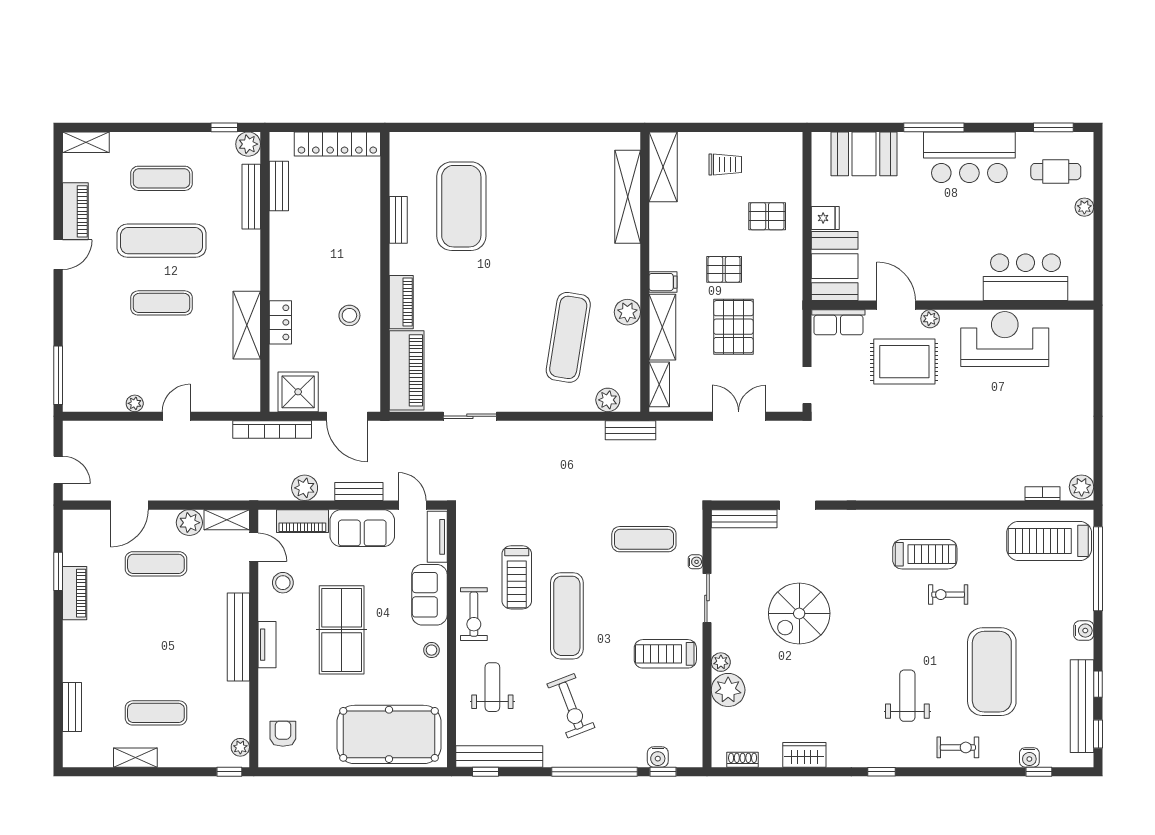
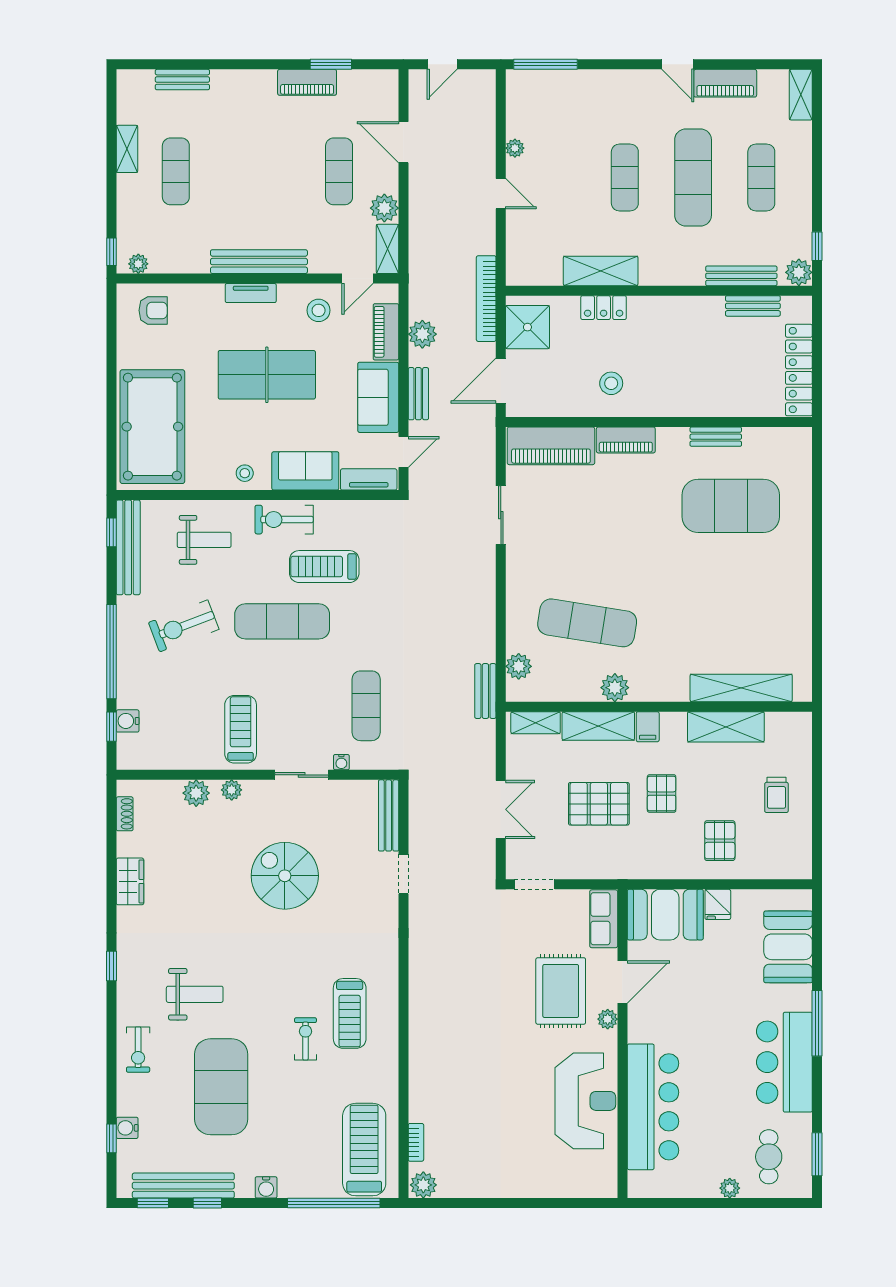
shelving: (663, 167) -> (726, 727), moved
bar counter: (1026, 277) -> (653, 1107), width x1.36
exercise mat: (992, 672) -> (221, 1087), turned 90
plant: (728, 690) -> (196, 793), width x0.73, depth x0.73

